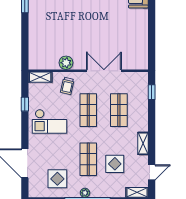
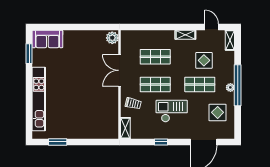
plant: (66, 63) -> (112, 38), moved
window: (152, 92) -> (139, 27), removed
window: (25, 104) -> (161, 142), moved
checkout: (50, 121) -> (172, 111), moved, turned -90

